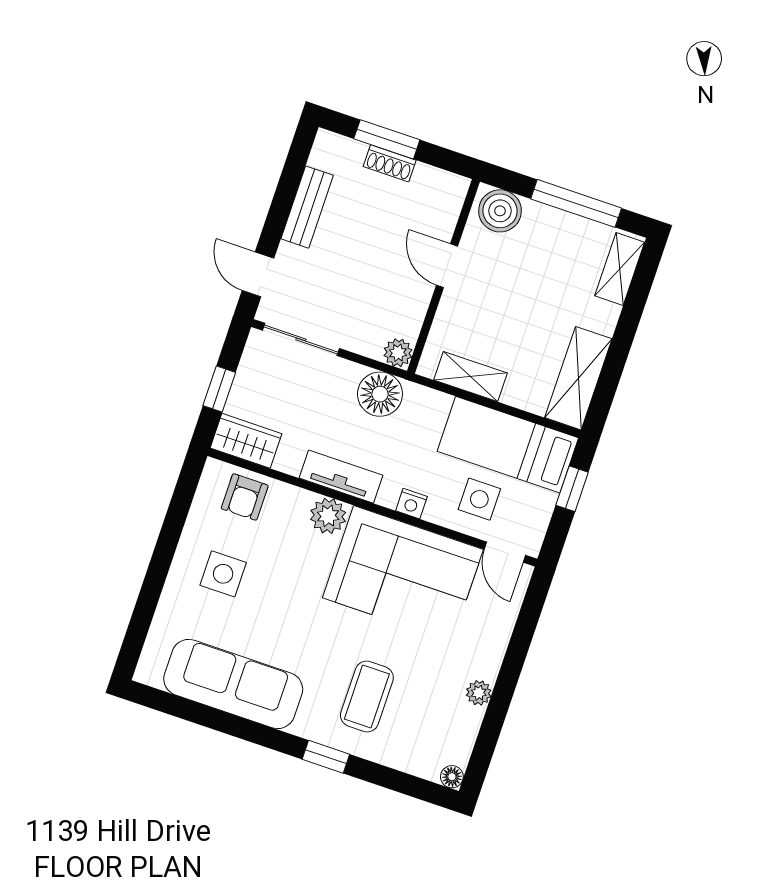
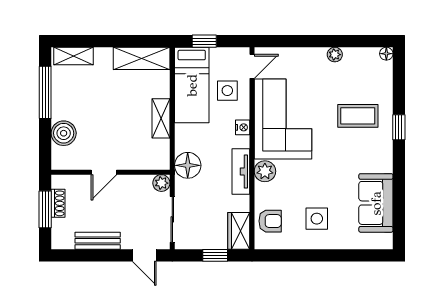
door: (447, 266) -> (104, 172), moved
door: (258, 274) -> (144, 255), hinge flipped
wall: (443, 276) -> (111, 172), moved
plant: (398, 353) -> (161, 183), moved
sofa: (233, 684) -> (376, 203), width x0.73

